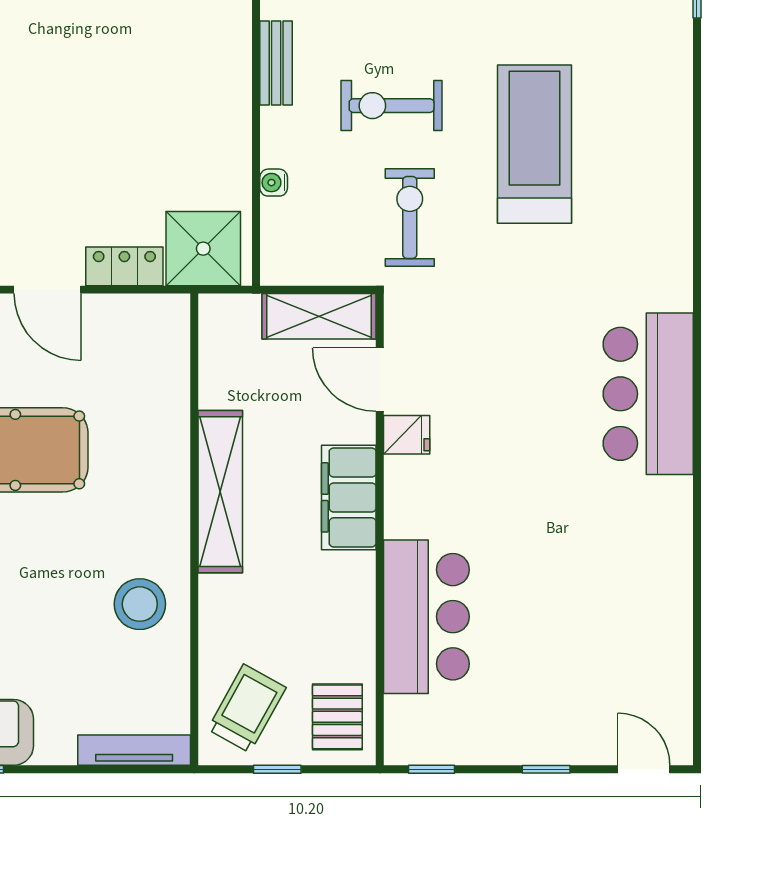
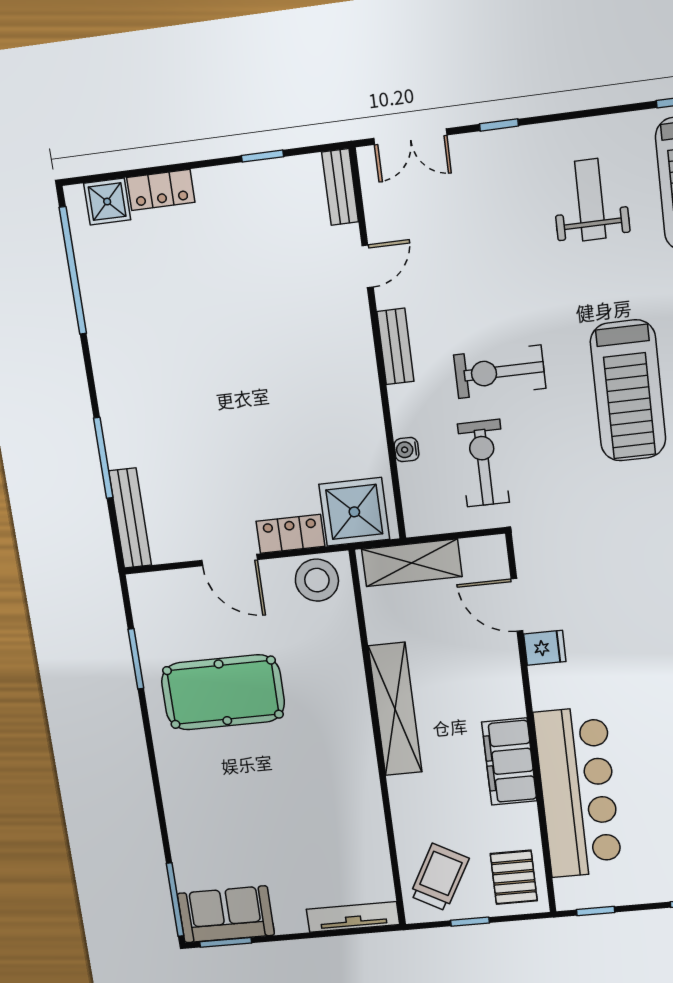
treadmill: (535, 144) -> (628, 391), turned 180
exercise bike: (410, 217) -> (483, 463), moved
shelving: (319, 316) -> (412, 563), moved
filing cabinet: (349, 497) -> (509, 762), moved
stool: (140, 604) -> (317, 580), moved
bar counter: (426, 617) -> (578, 792), width x1.36

